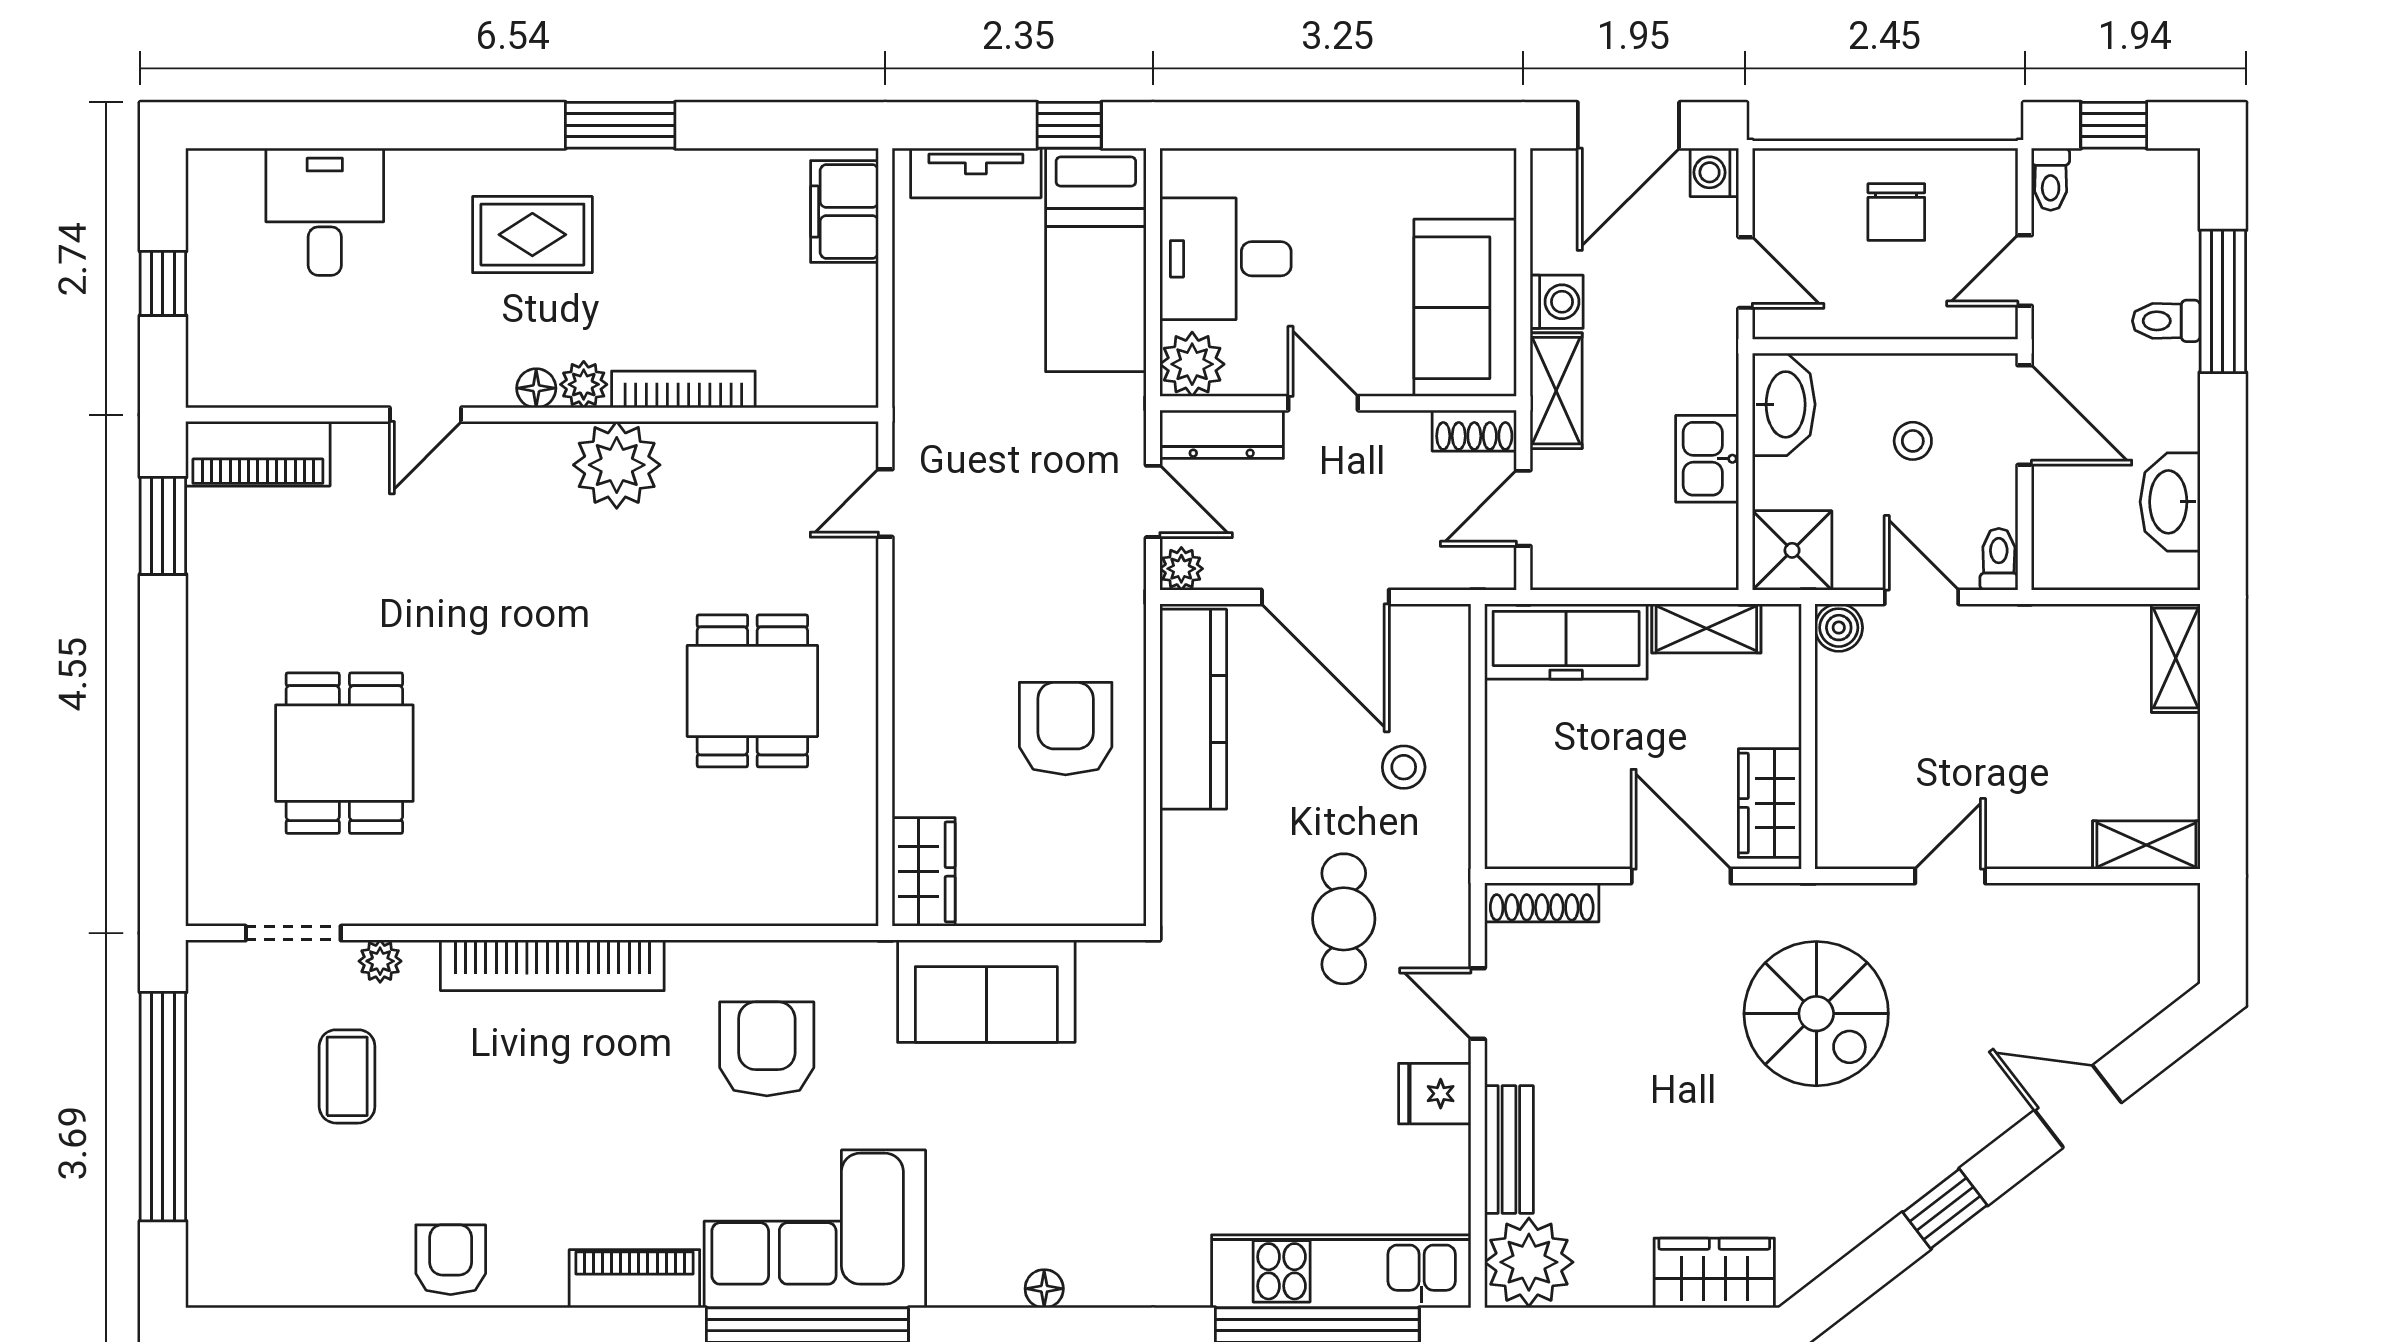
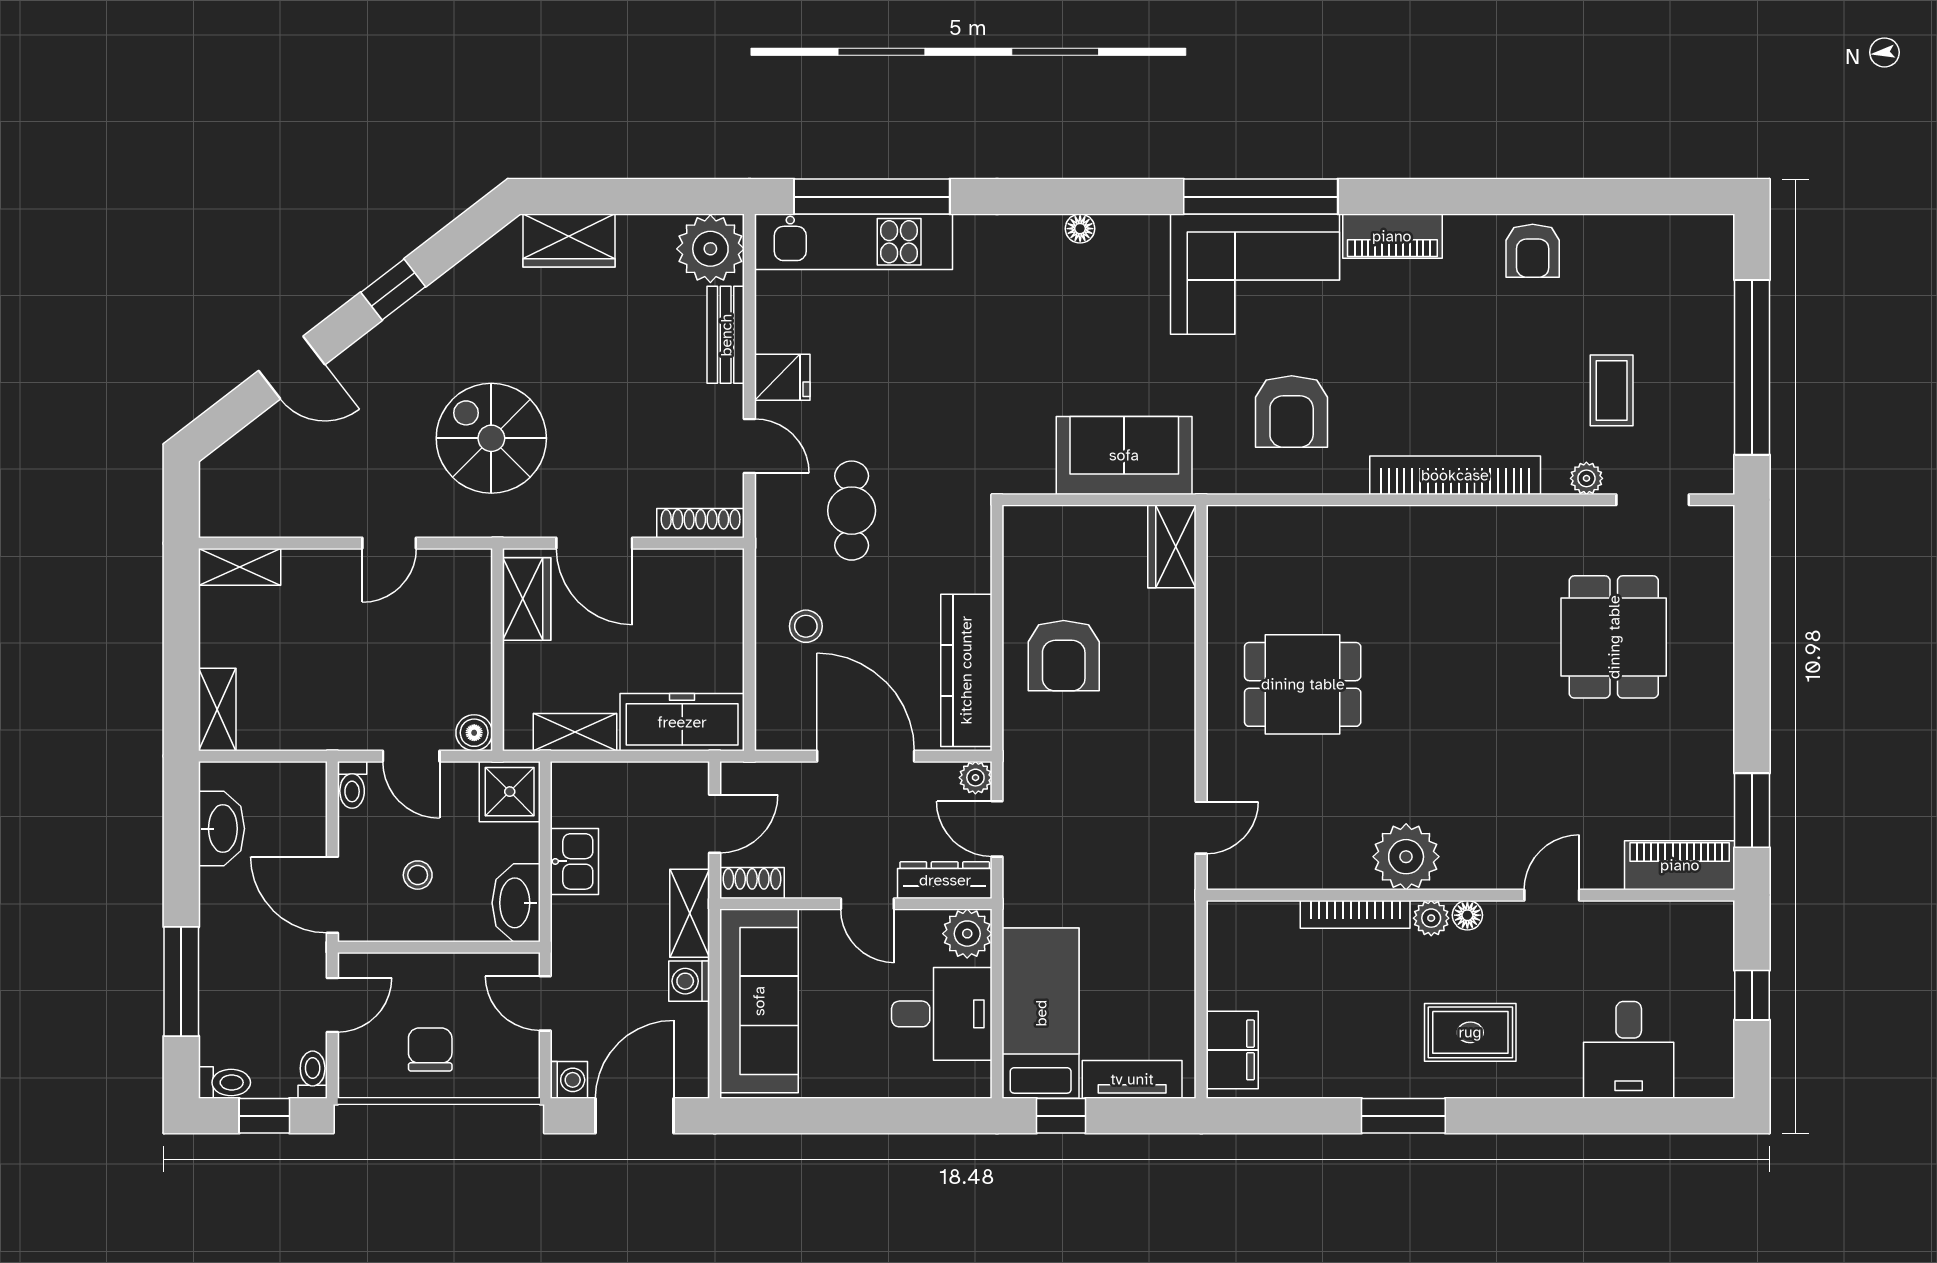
sofa: (1465, 308) -> (759, 1001), width x1.36
toilet: (2166, 321) -> (224, 1083), moved
dining table: (752, 691) -> (1303, 684), turned 90

